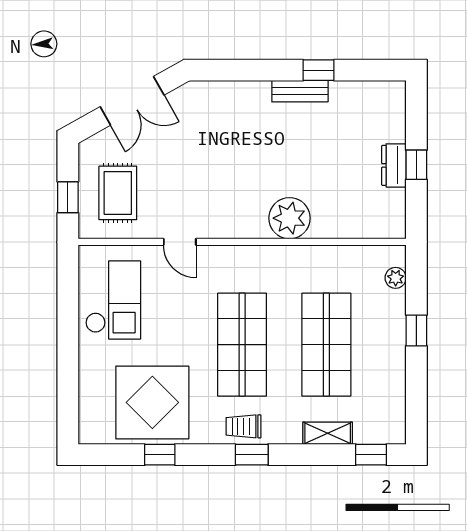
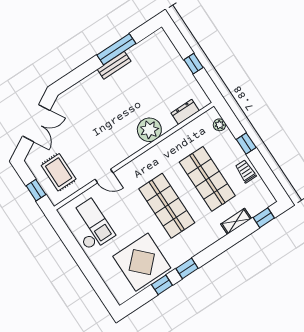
window: (319, 70) -> (116, 49), width x2.17
dresser: (394, 165) -> (185, 112), moved, turned 90
trolley: (243, 426) -> (246, 171), moved, turned 90
window: (252, 455) -> (187, 268), moved

